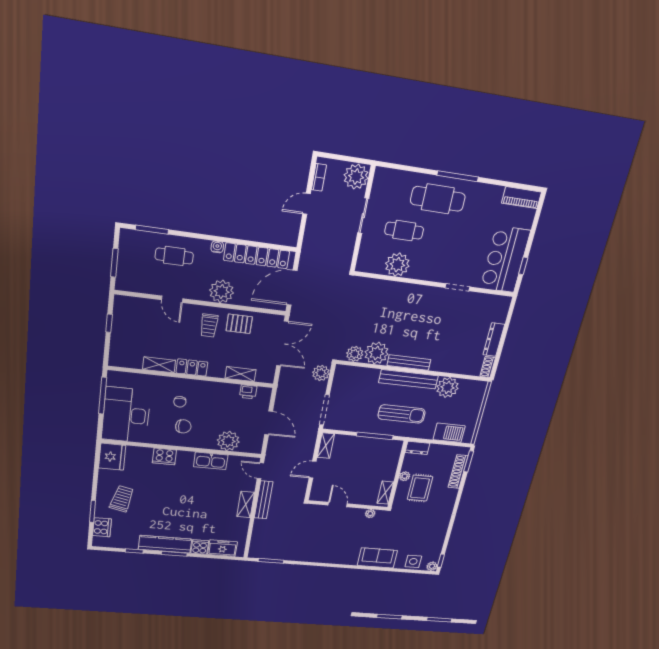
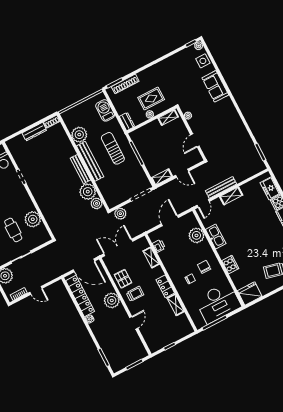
cafe table: (174, 256) -> (110, 337), removed

